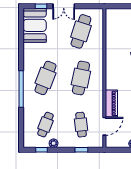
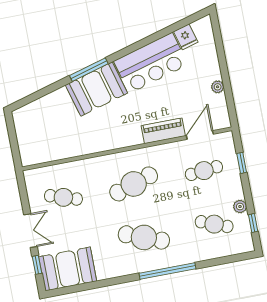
cafe table: (81, 31) -> (63, 197), width x0.73, depth x0.74
cafe table: (81, 78) -> (134, 184), turned -30
door: (104, 126) -> (200, 135), hinge flipped

